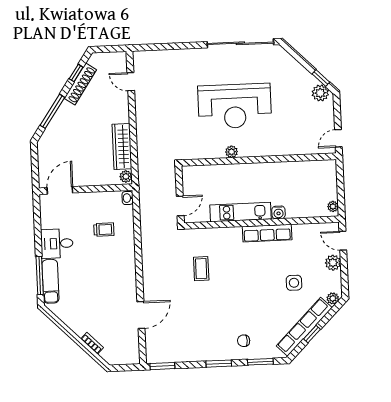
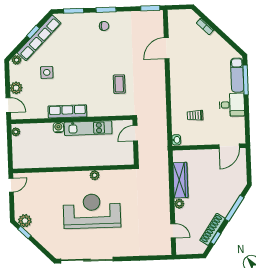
plant: (126, 176) -> (179, 204), moved
chair: (244, 341) -> (104, 26), moved

